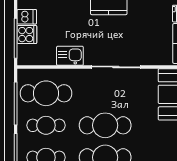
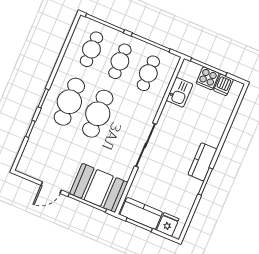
kitchen sink: (70, 56) -> (180, 92), moved
cafe table: (46, 93) -> (148, 73), width x0.73, depth x0.74

